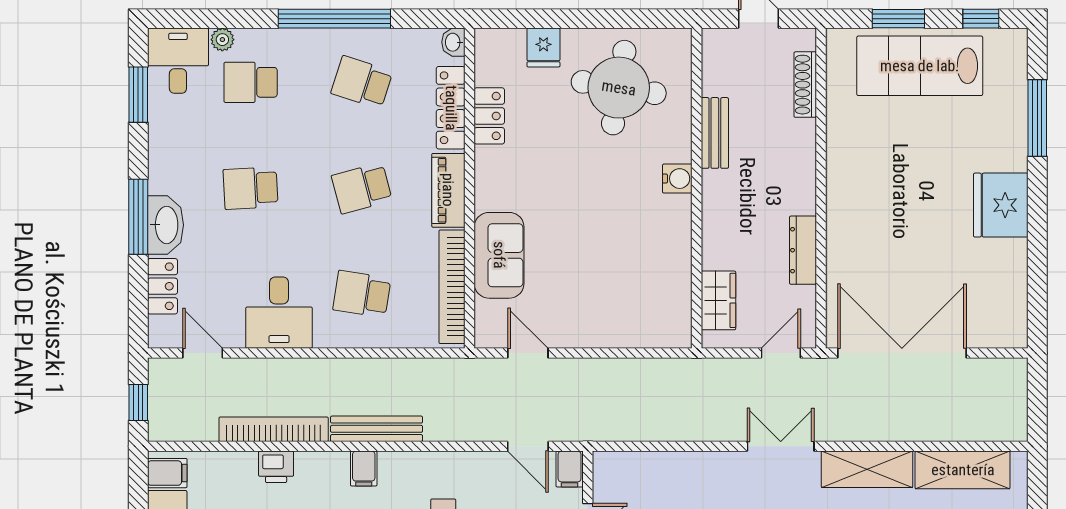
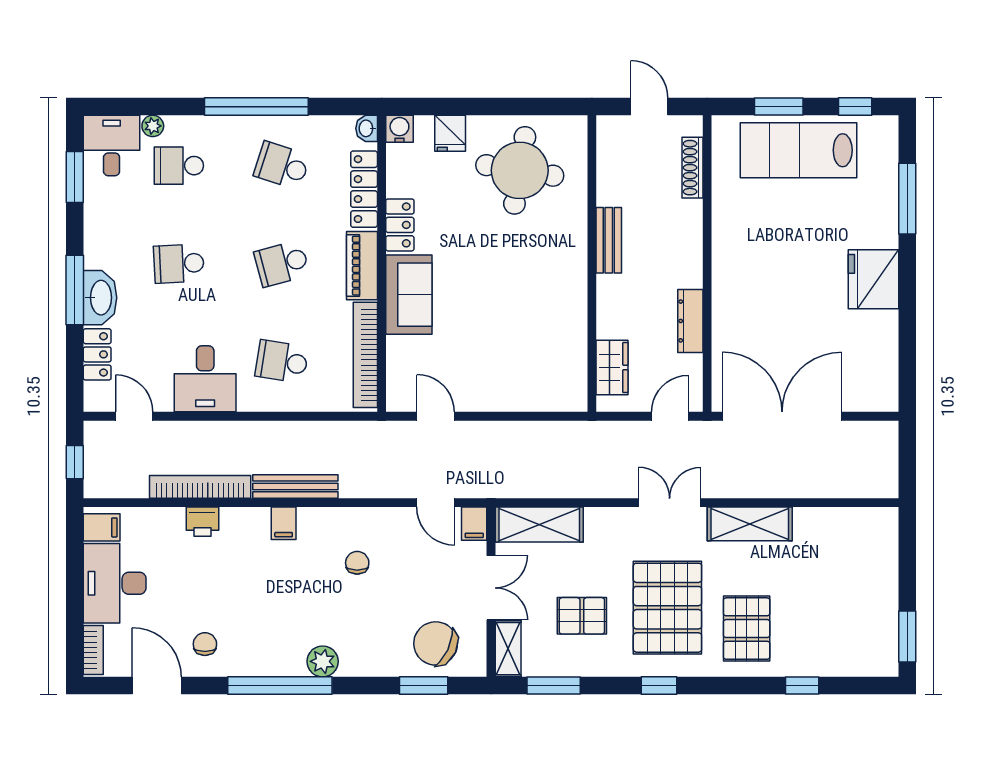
locker: (489, 116) -> (400, 225), moved
bench: (715, 133) -> (609, 240), moved
water cooler: (677, 179) -> (399, 129), moved, turned -90
sofa: (499, 255) -> (409, 295), moved
shelving: (963, 470) -> (539, 525), moved

